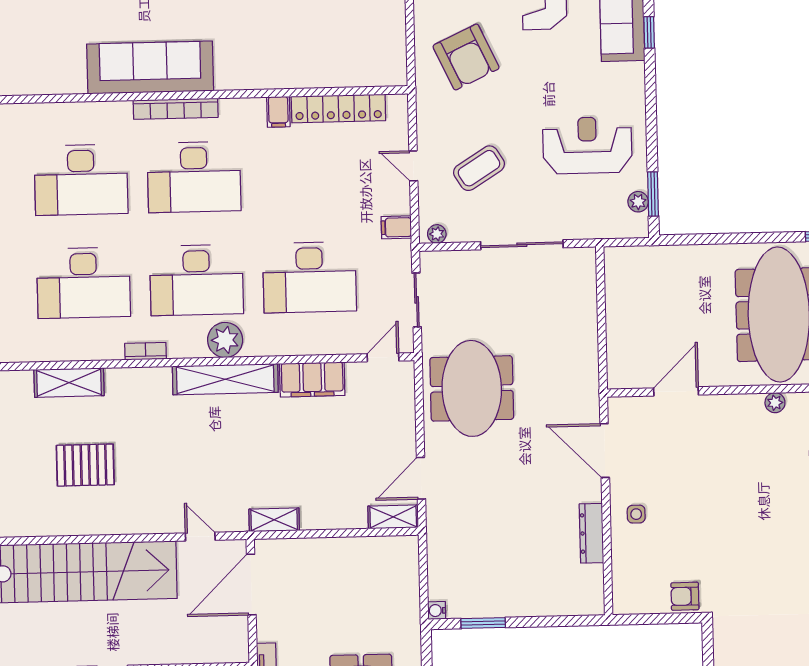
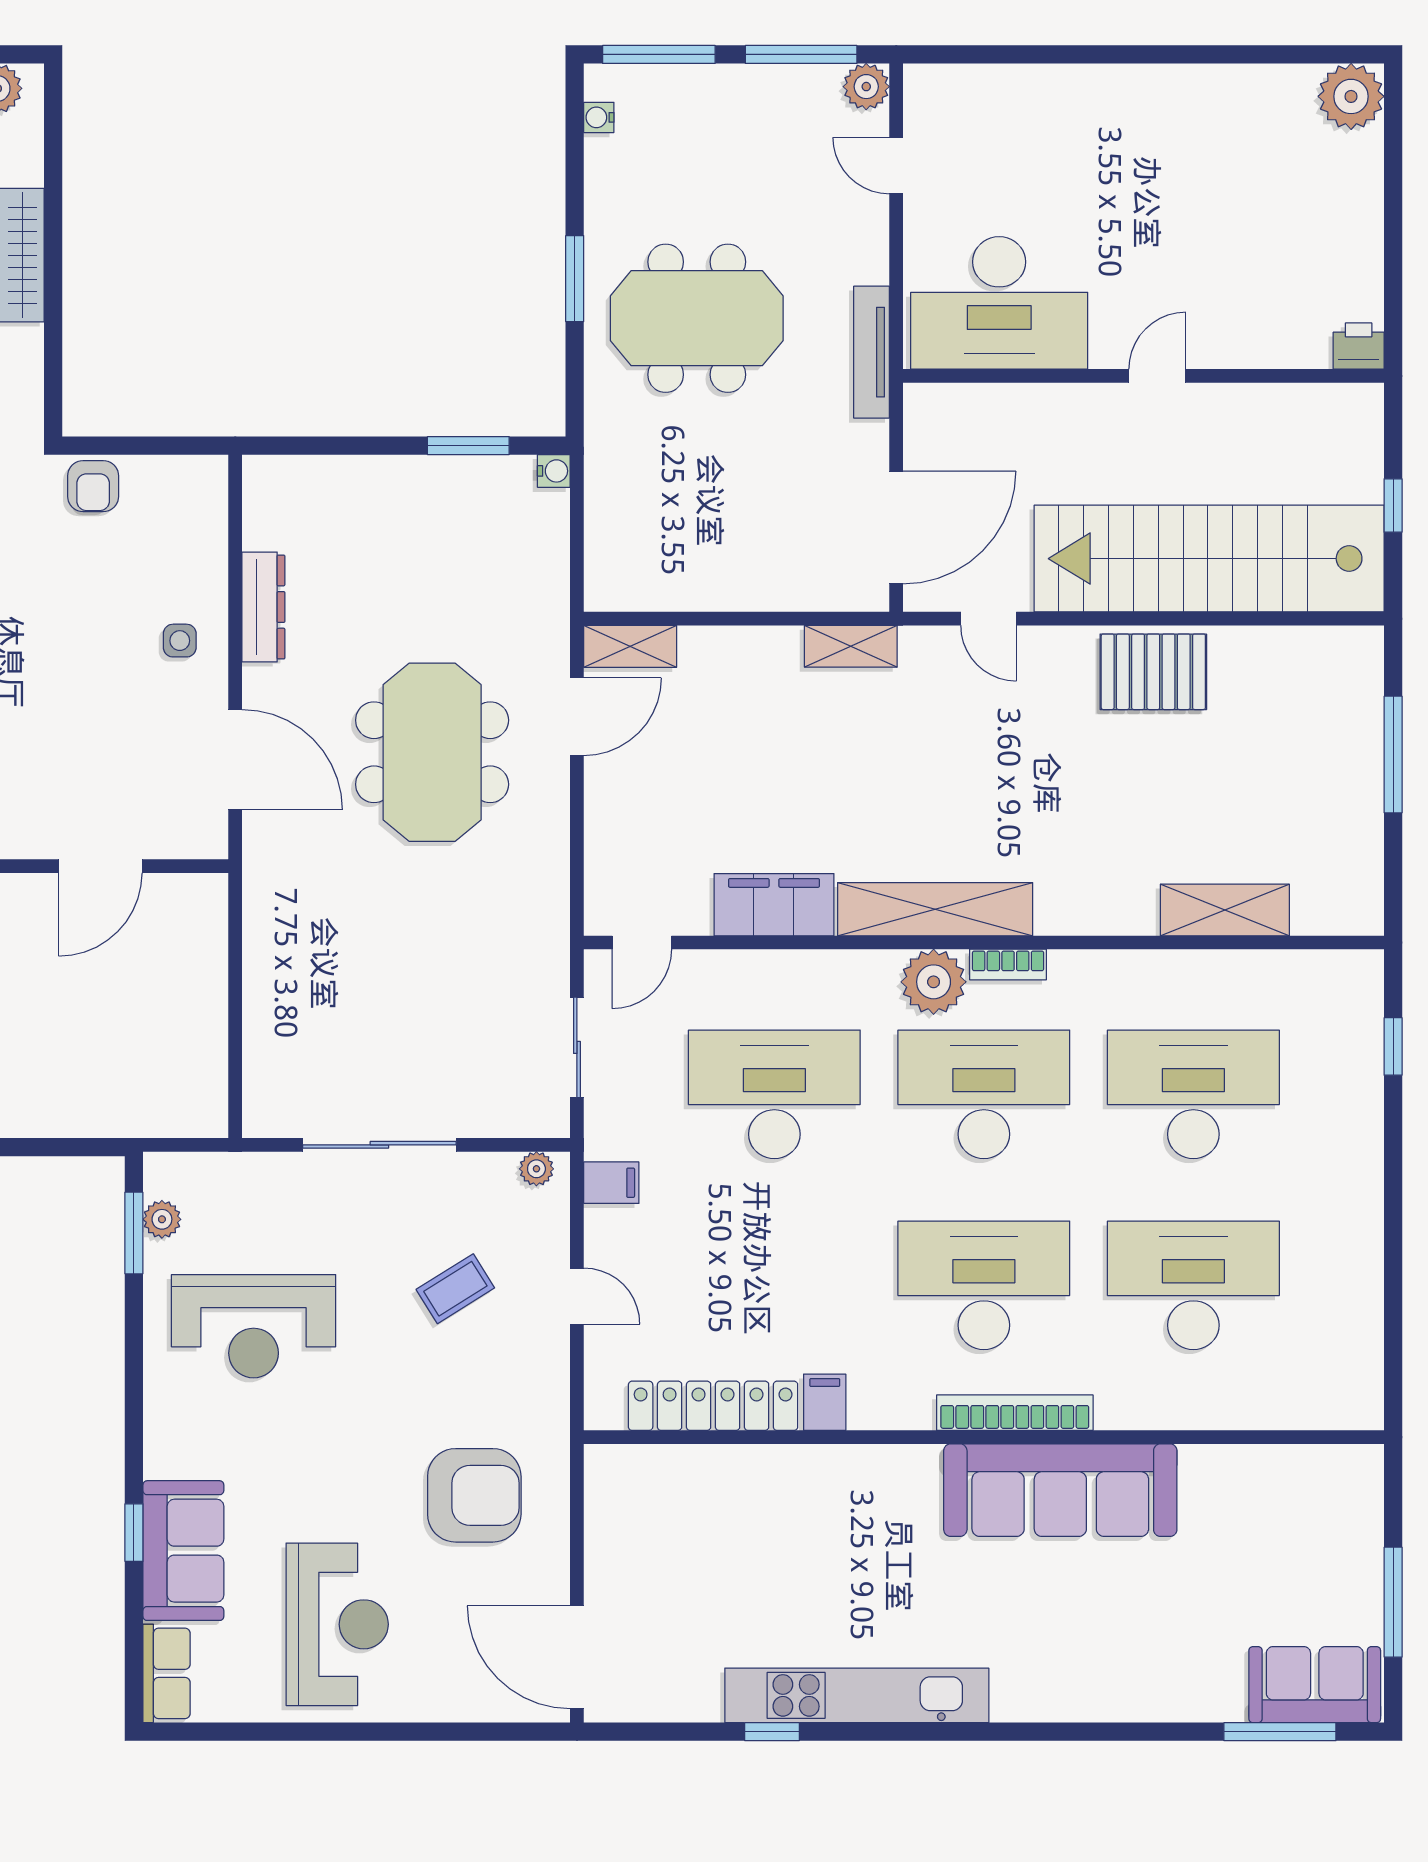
armchair: (466, 57) -> (474, 1495), turned 115
coffee table: (479, 168) -> (455, 1289), width x0.73, depth x0.77
bookcase: (146, 351) -> (1008, 965), moved
meeting table: (472, 388) -> (432, 752), moved
pallet: (85, 465) -> (1153, 672), moved
armchair: (685, 596) -> (93, 486), turned 90

